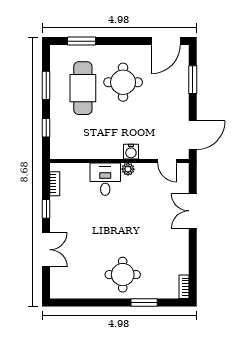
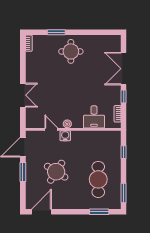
window: (193, 80) -> (23, 172), moved
round table: (123, 82) -> (56, 172), moved, turned 32
window: (46, 85) -> (124, 193), moved
door: (167, 161) -> (51, 129), moved
desk: (105, 179) -> (94, 117), moved
double door: (46, 250) -> (124, 69), width x1.37

